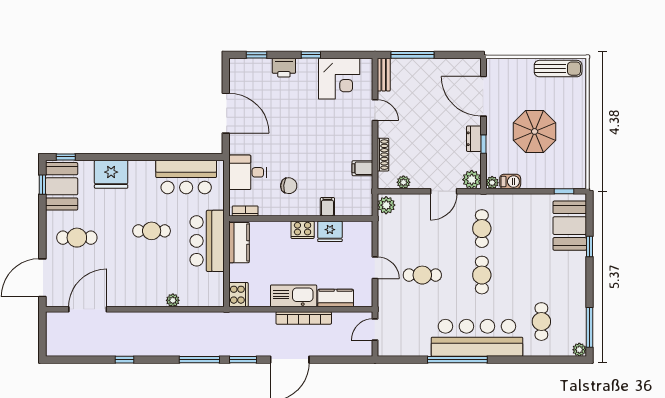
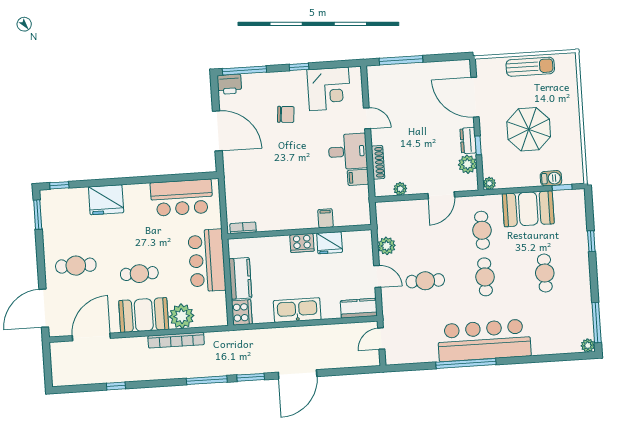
window: (257, 55) -> (244, 70), width x2.17
printer: (284, 68) -> (229, 84), moved
sun lounger: (558, 69) -> (530, 67), moved
bench: (384, 75) -> (373, 82), removed
desk: (248, 172) -> (348, 152), moved, turned 180
plant: (472, 180) -> (468, 164), moved
barbecue: (510, 182) -> (551, 178), moved
window: (42, 185) -> (38, 215), width x1.50
booth: (62, 186) -> (144, 315), moved, turned 90
chair: (289, 186) -> (286, 114), moved
plant: (386, 205) -> (387, 246), moved
booth: (570, 226) -> (528, 209), moved, turned 90
cafe table: (152, 231) -> (139, 274), moved
kitchen counter: (239, 243) -> (240, 278), moved
kitchen counter: (336, 298) -> (359, 308), moved
plant: (173, 300) -> (182, 316), width x1.88, depth x1.88
bookcase: (304, 318) -> (176, 340), moved
cafe table: (541, 322) -> (545, 273), moved
window: (125, 360) -> (116, 386), moved

